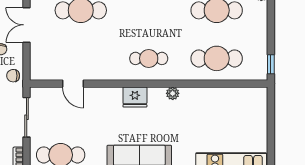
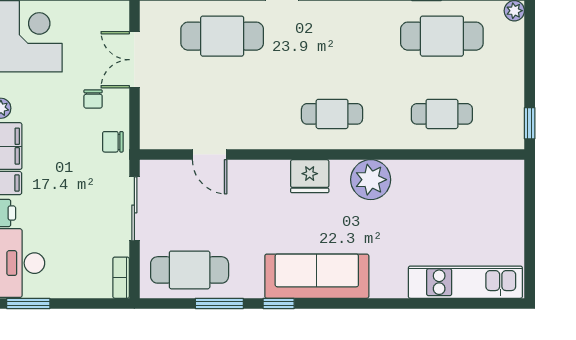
cafe table: (217, 58) -> (442, 114), width x0.73, depth x0.74
plant: (173, 93) -> (371, 180), width x1.87, depth x1.87

